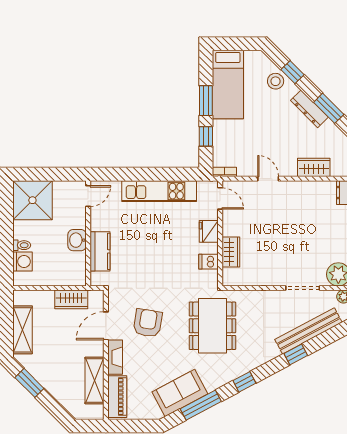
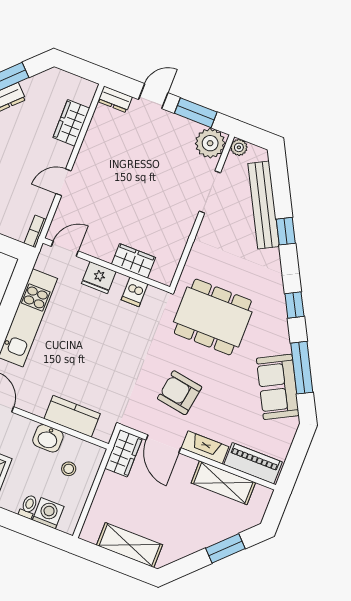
stool: (61, 264) -> (69, 469), added
wardrobe: (71, 299) -> (124, 453), moved
window: (29, 383) -> (225, 548), moved

